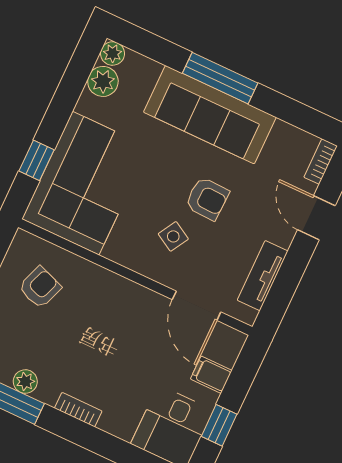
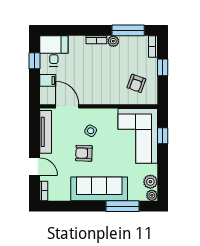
window: (220, 78) -> (122, 206), moved
tv unit: (263, 276) -> (46, 132), width x1.41
plant: (25, 381) -> (113, 41), moved

